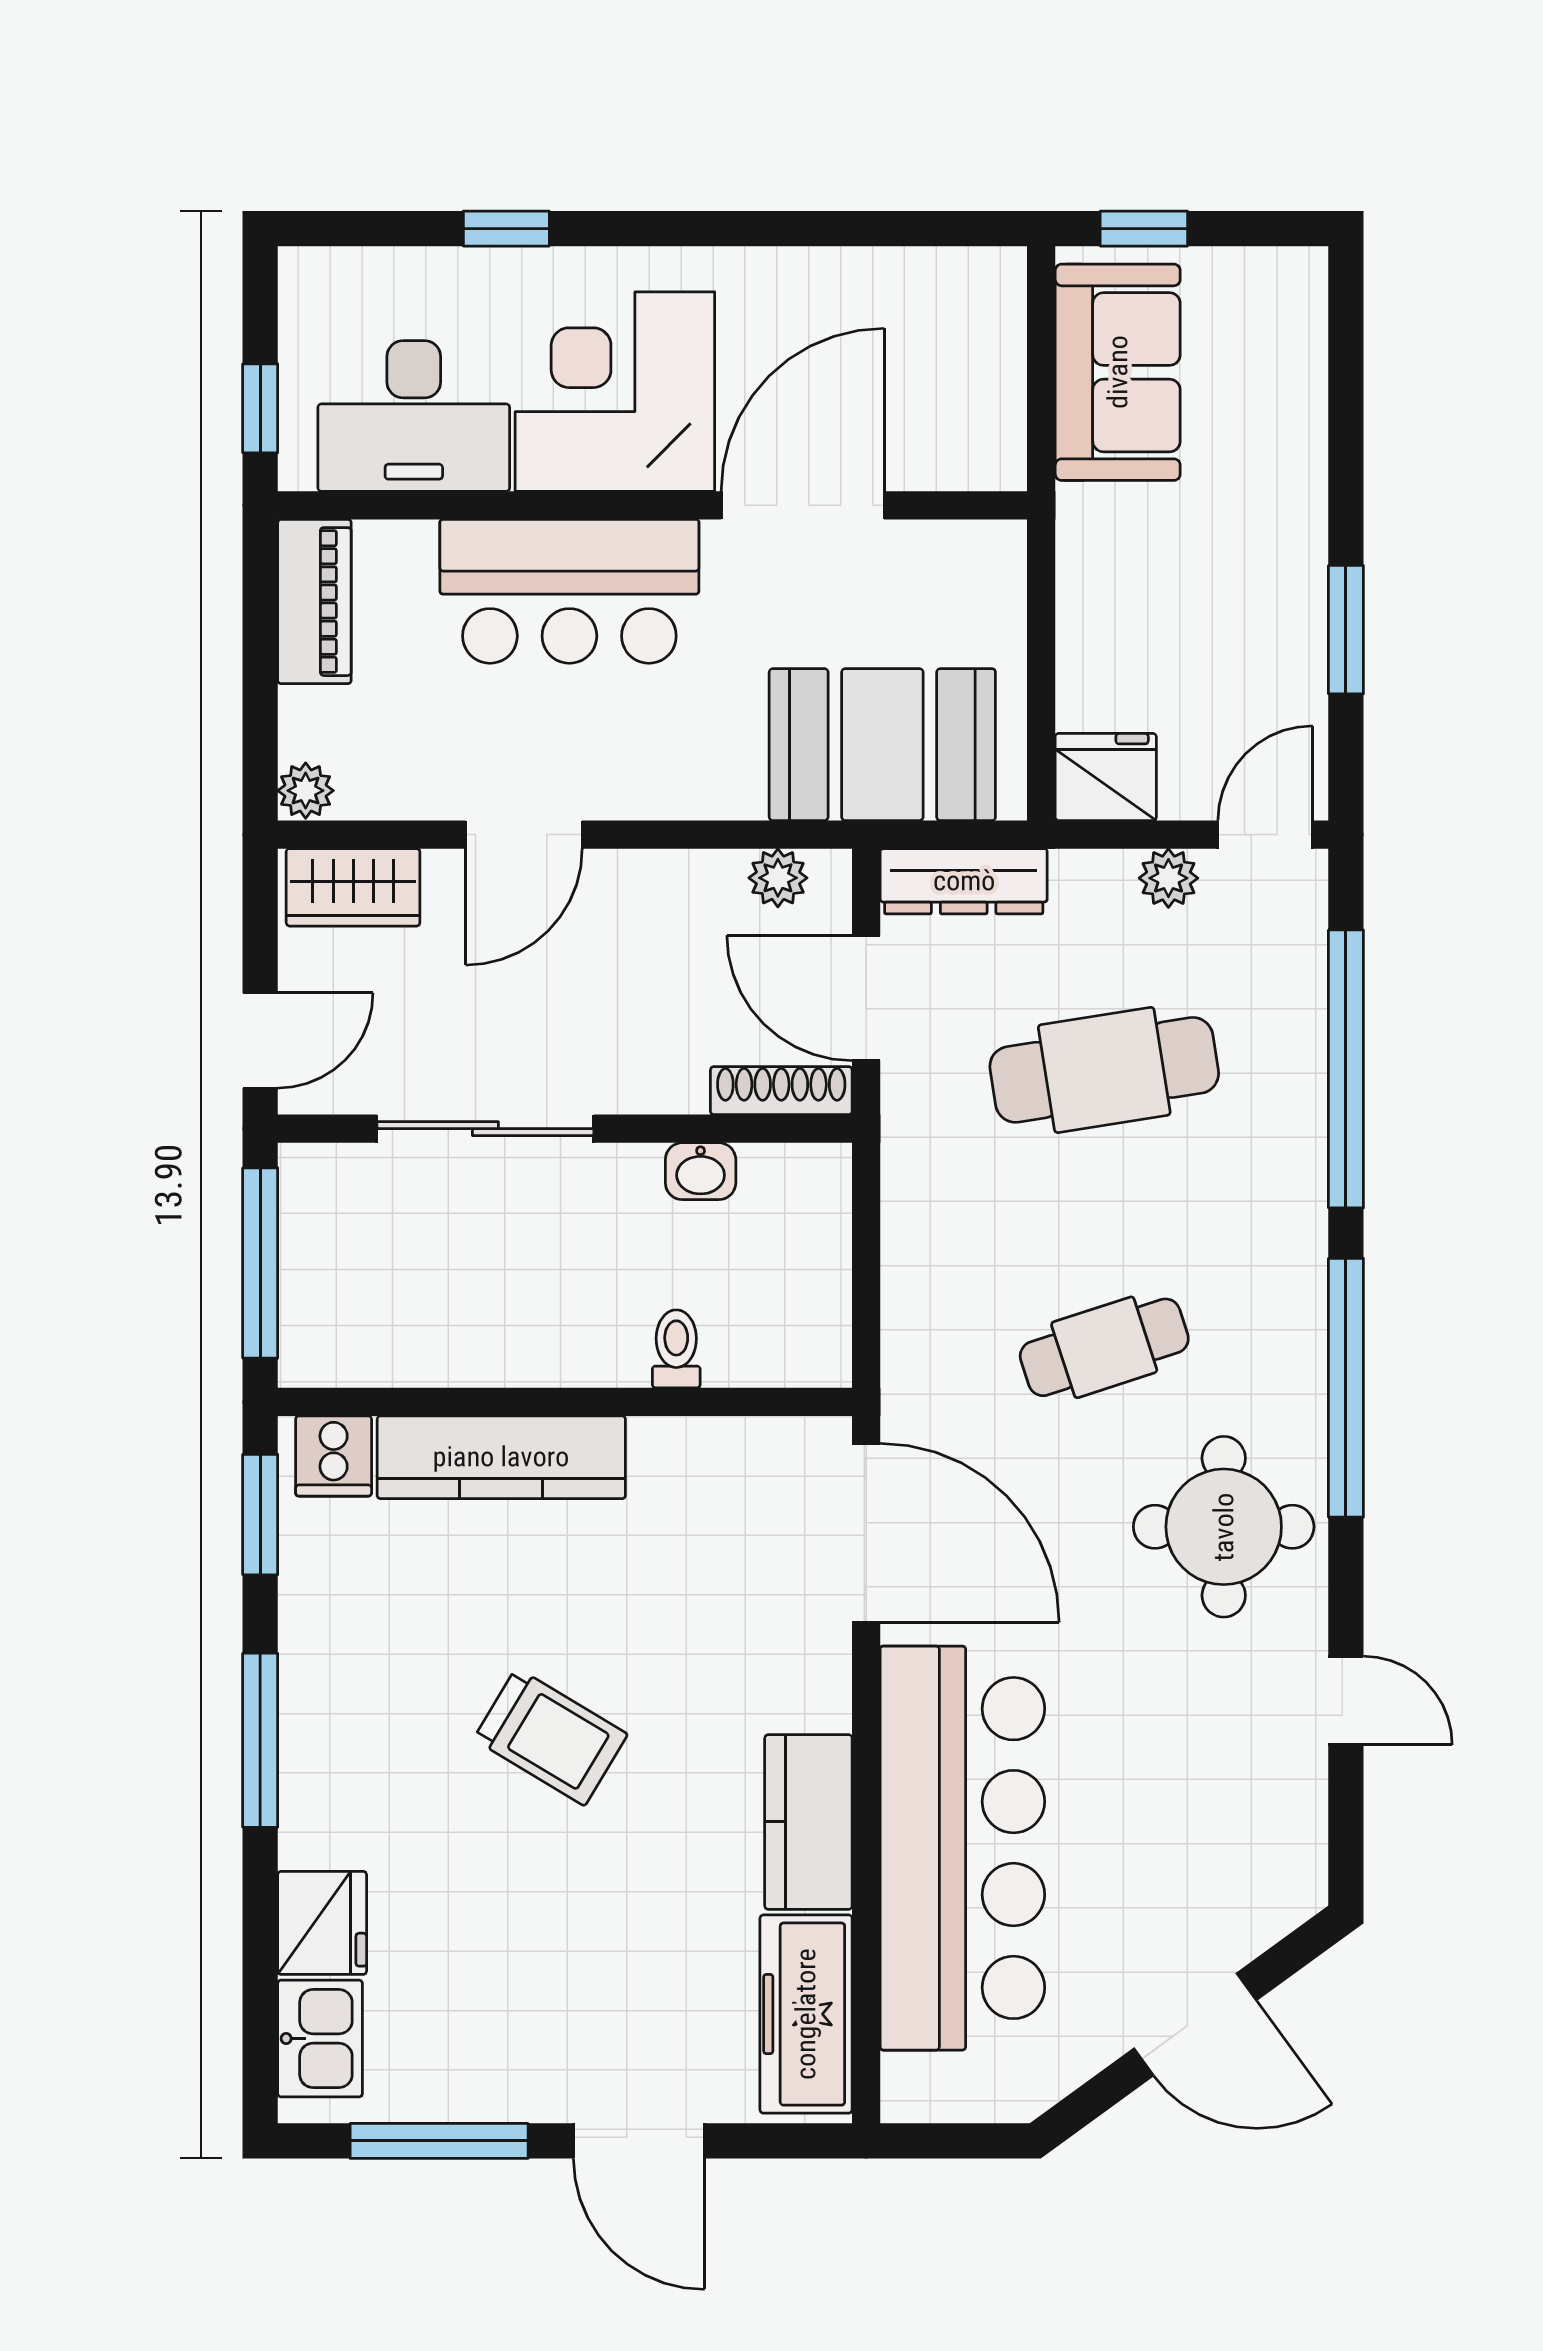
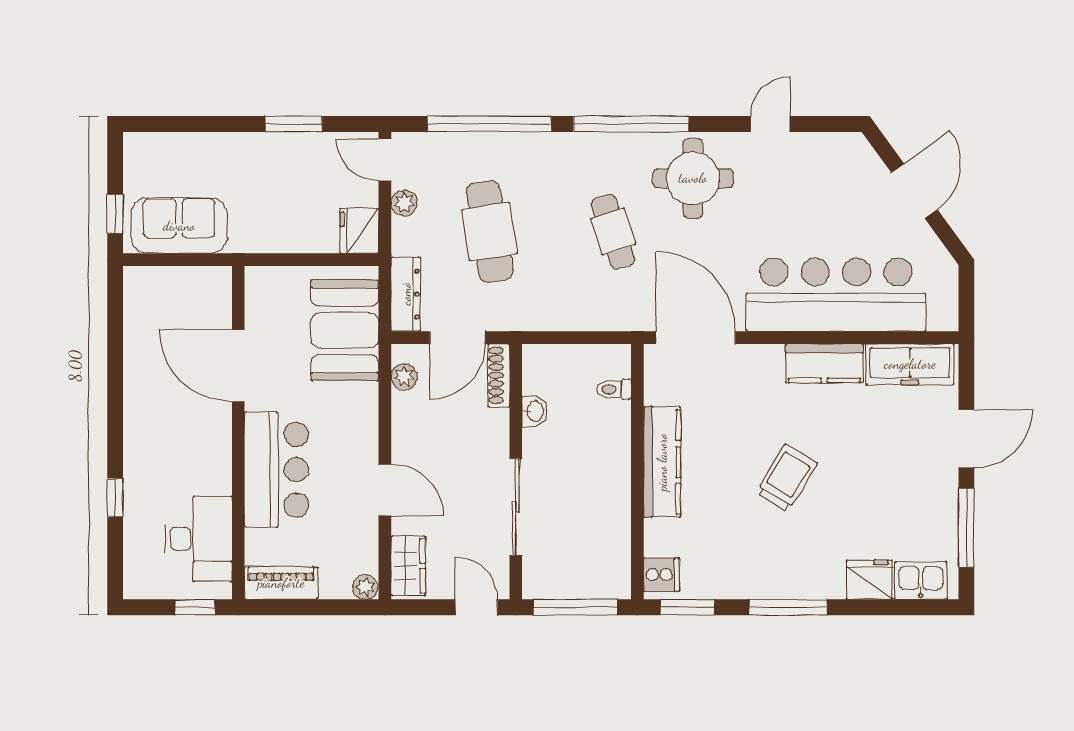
corner desk: (615, 392) -> (188, 449), removed
toilet: (676, 1349) -> (614, 389), moved
kitchen counter: (501, 1457) -> (662, 462), moved
door: (866, 1533) -> (696, 338), hinge flipped

